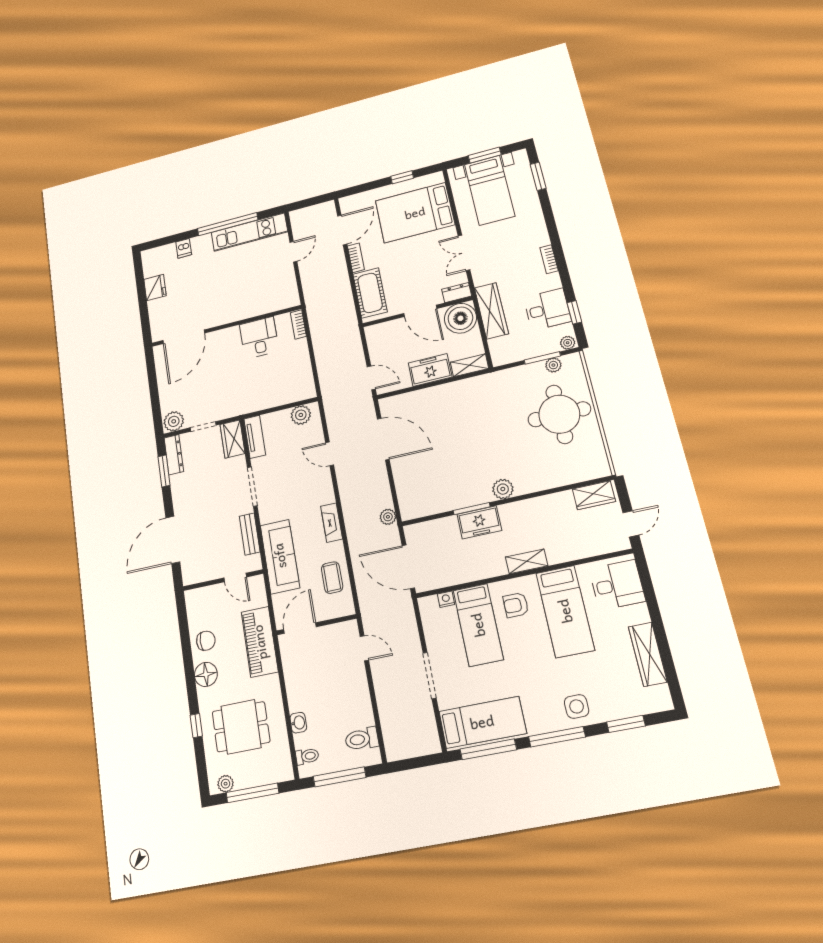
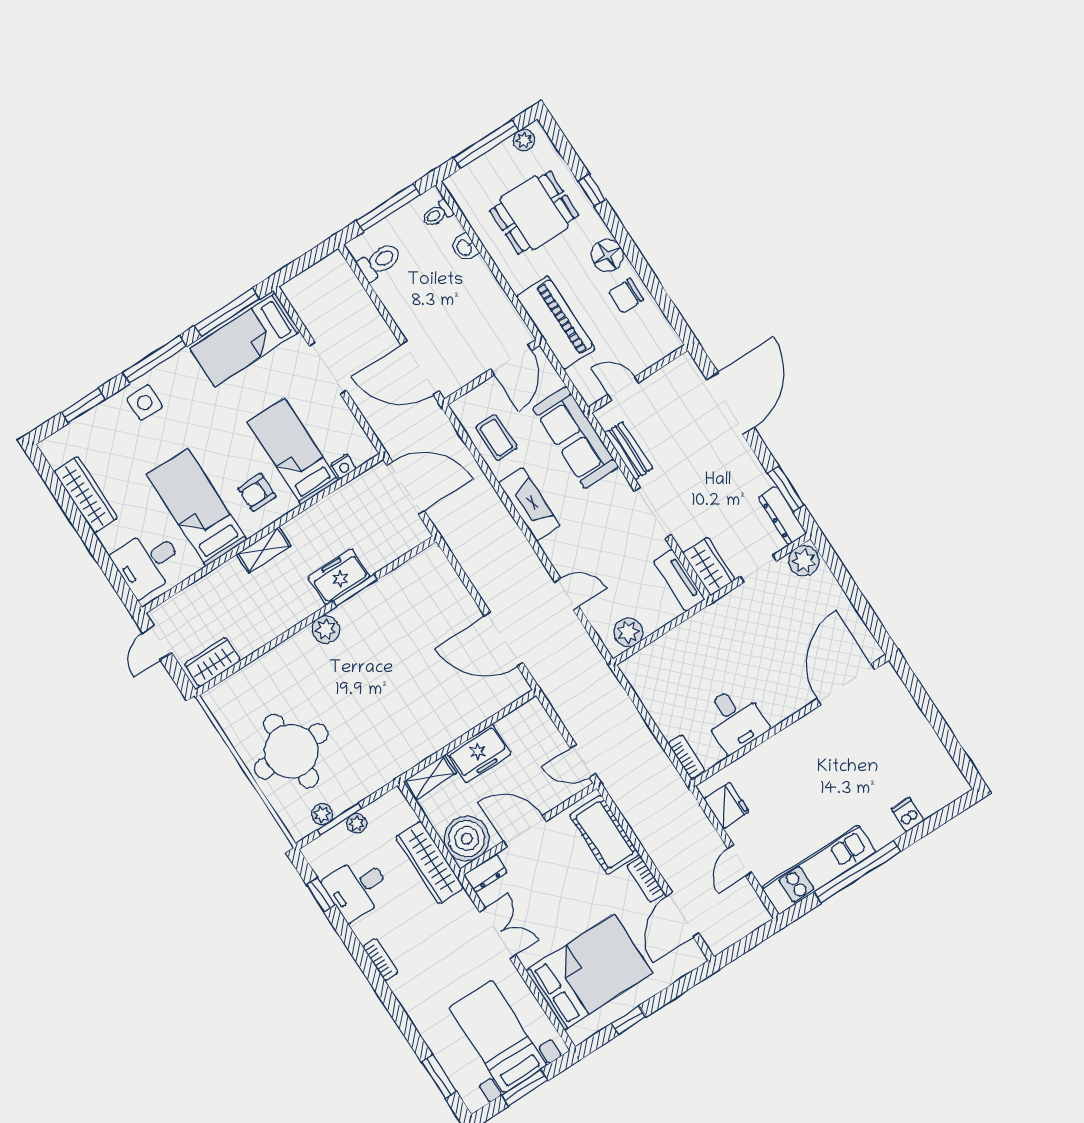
fridge: (155, 288) -> (726, 805), moved, turned 180
plant: (568, 343) -> (357, 823), moved
door: (371, 378) -> (583, 761), moved
plant: (388, 517) -> (456, 541), removed
fireplace: (332, 523) -> (529, 504), width x1.37, depth x1.32
armchair: (516, 605) -> (257, 492), turned 180
door: (364, 648) -> (420, 368), width x1.88

